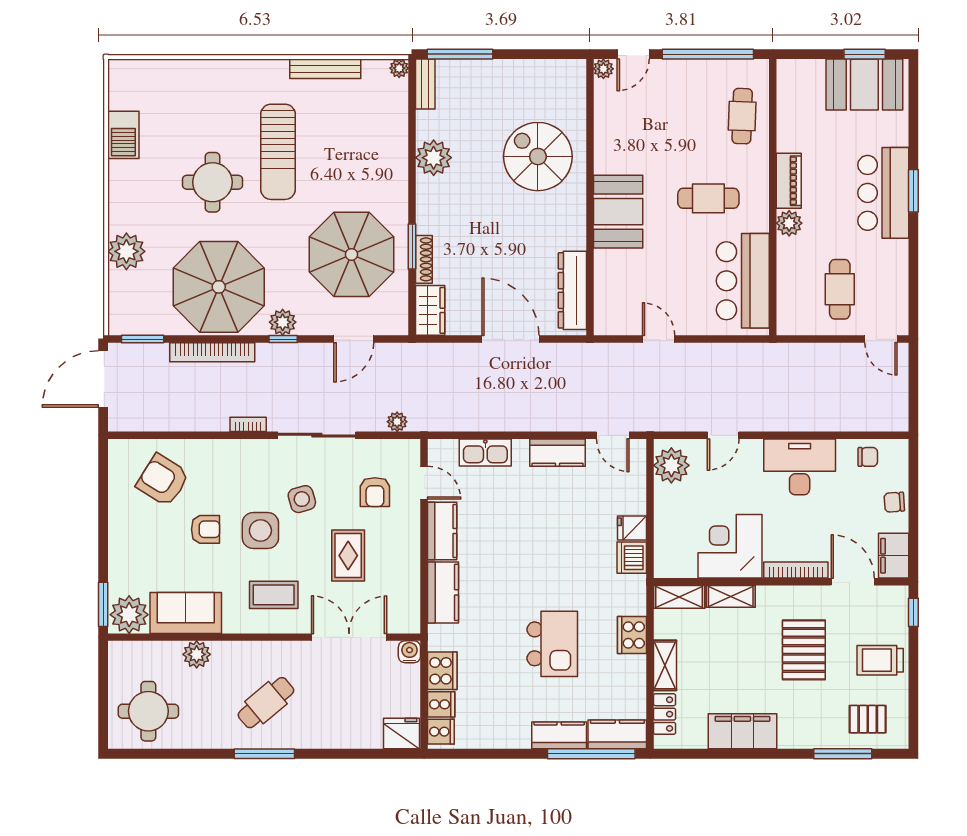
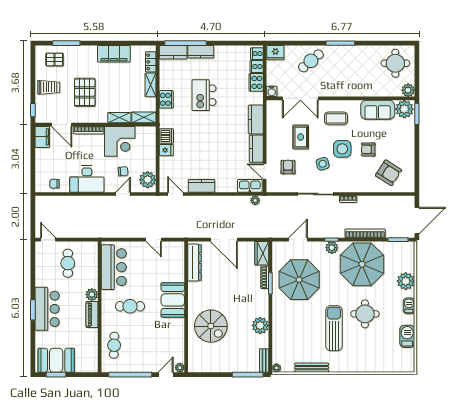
barbecue: (120, 199) -> (409, 306), added
plant: (397, 422) -> (255, 200), moved
kitchen sink: (485, 452) -> (250, 186), moved
chair: (894, 502) -> (123, 171), moved
plant: (197, 654) -> (408, 90), moved
cafe table: (266, 703) -> (311, 61), moved

